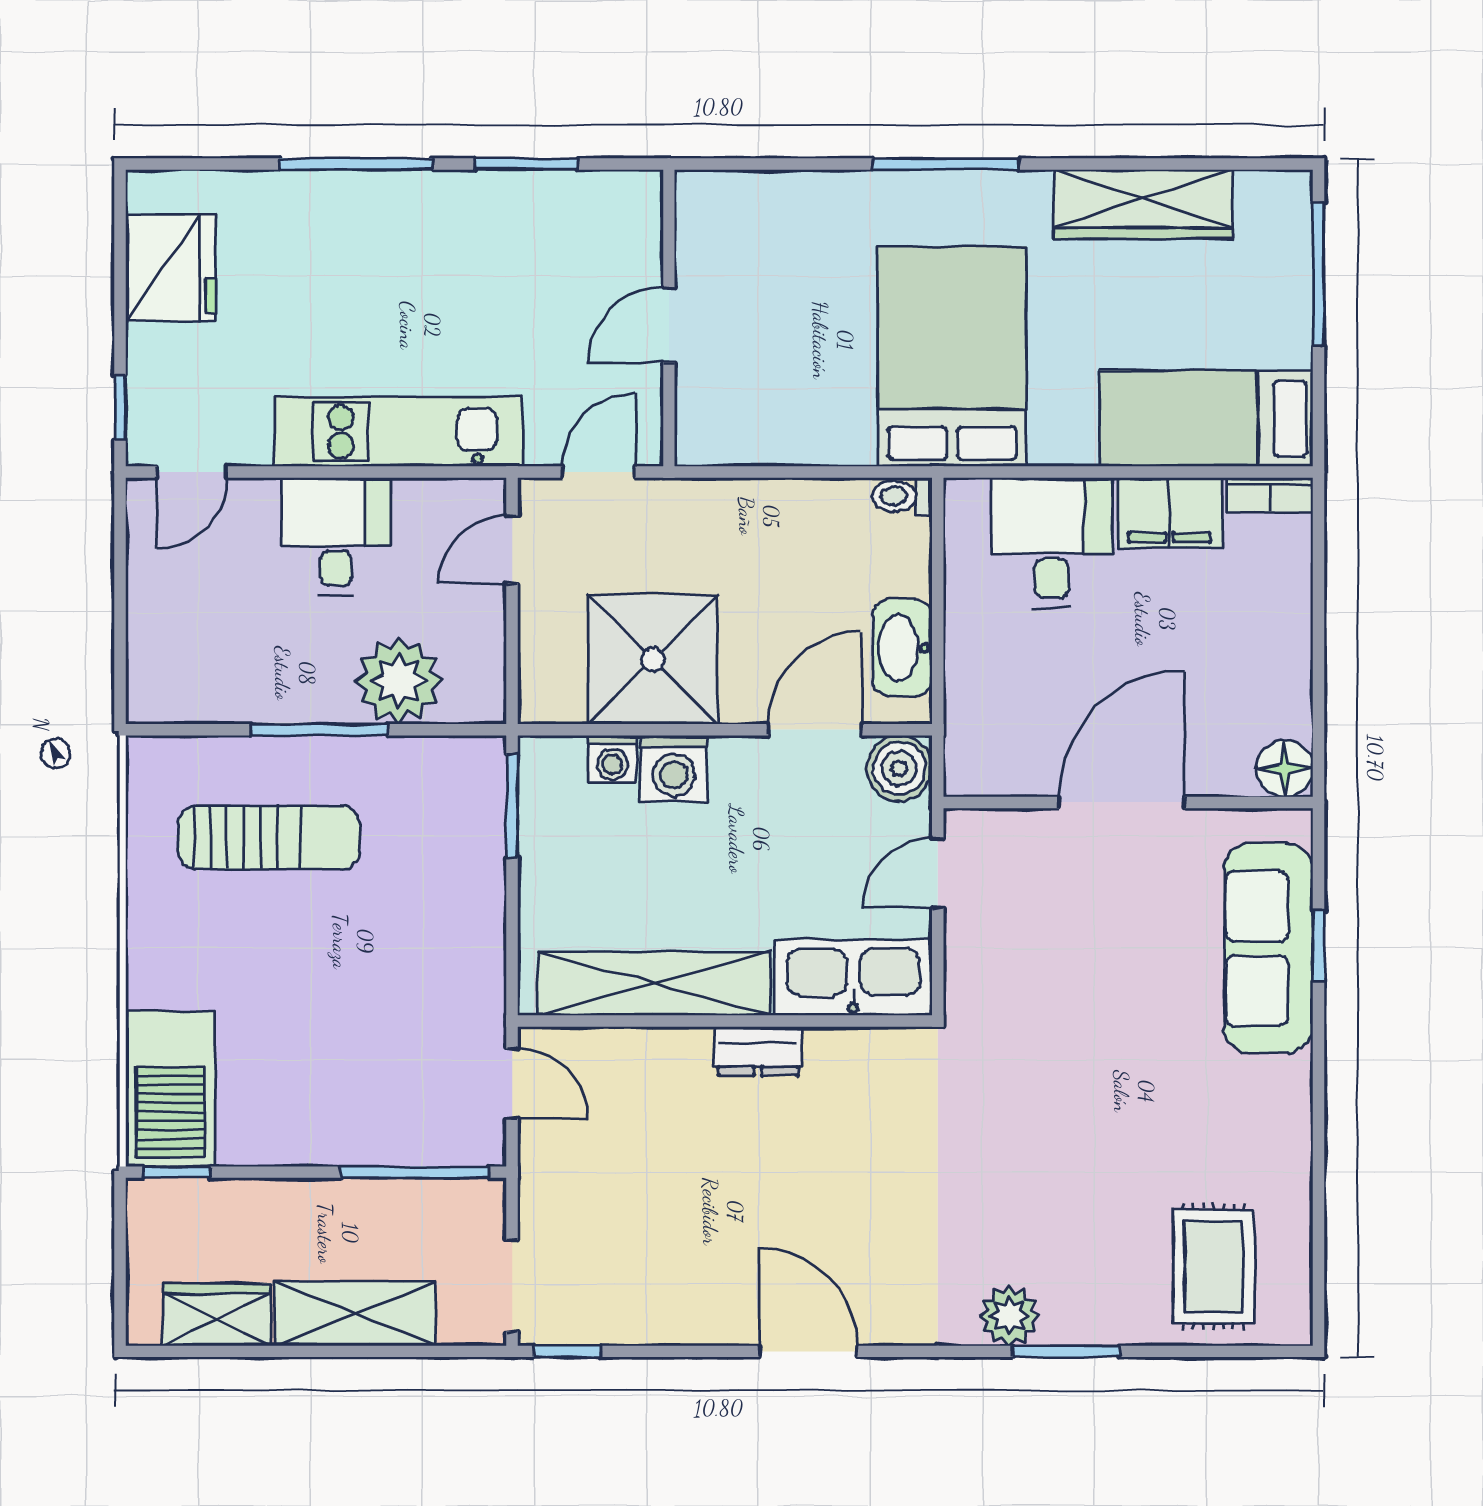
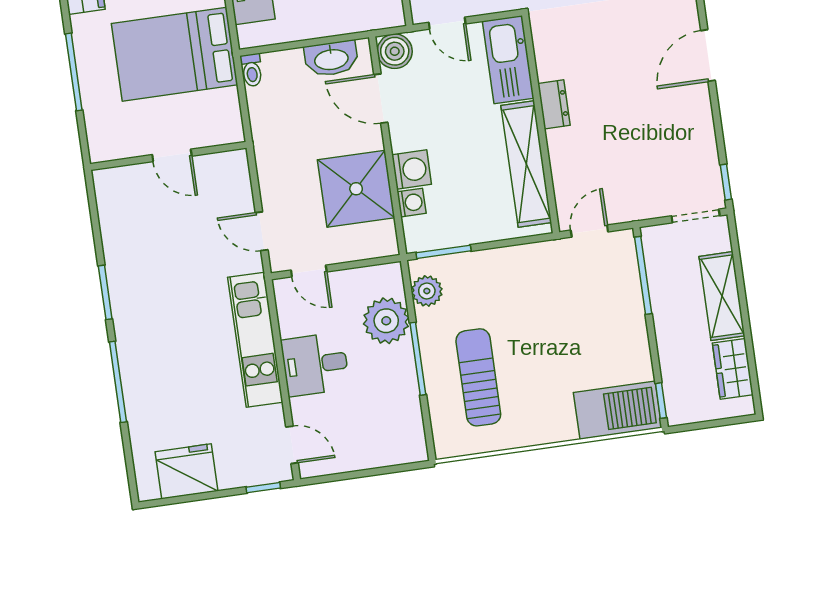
wall: (669, 318) -> (168, 156), moved
door: (669, 325) -> (172, 155), moved
plant: (443, 764) -> (427, 291), added

